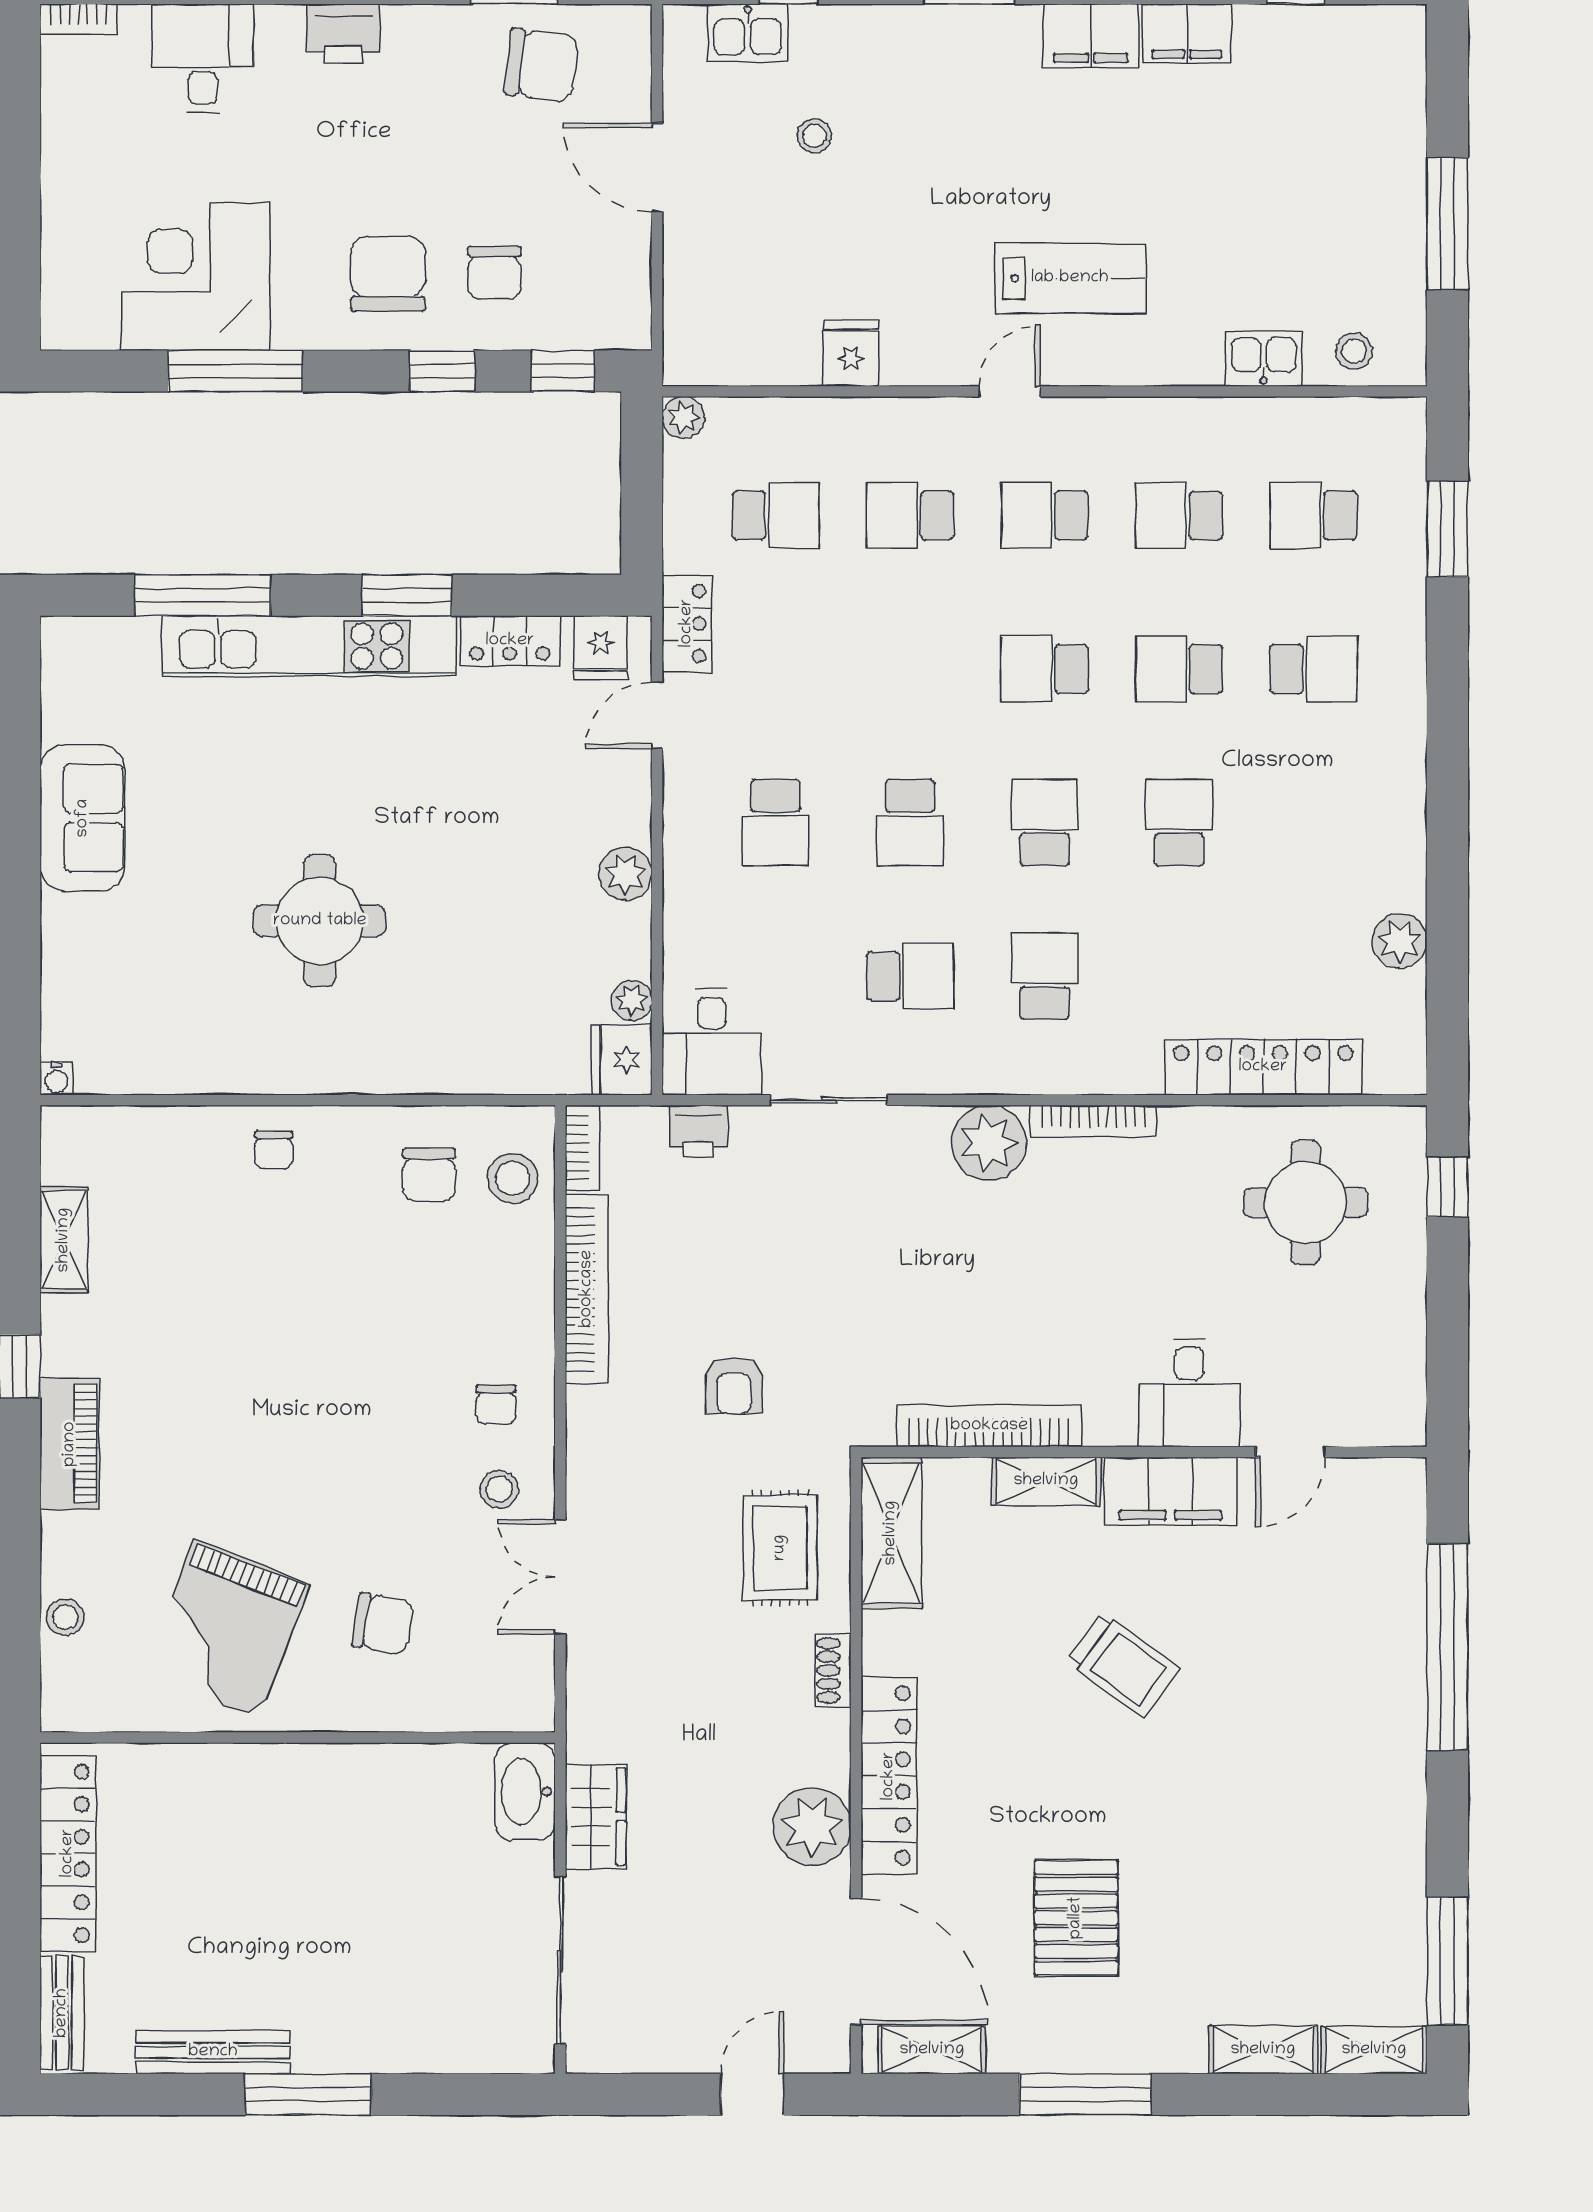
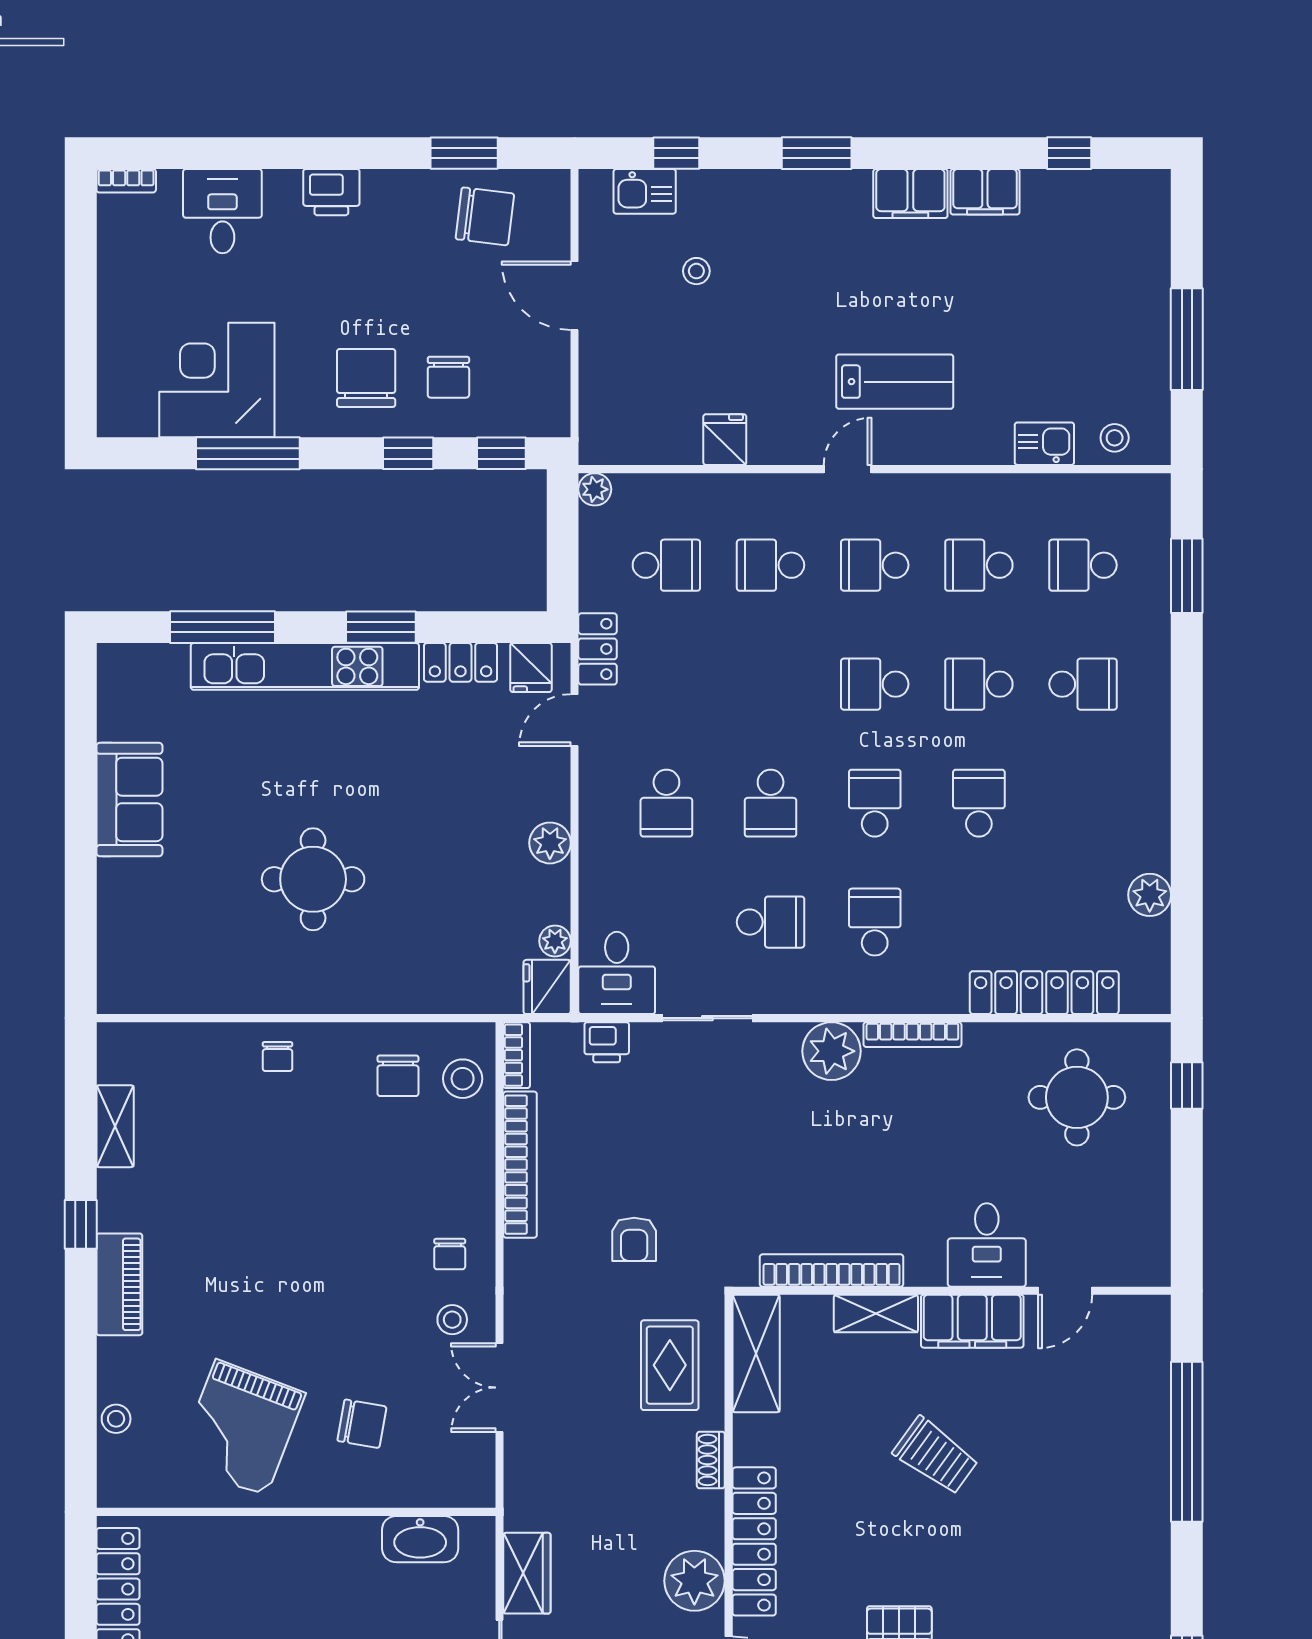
water cooler: (56, 1079) -> (109, 1002), removed
washbasin: (525, 1792) -> (420, 1539), moved, turned -90

